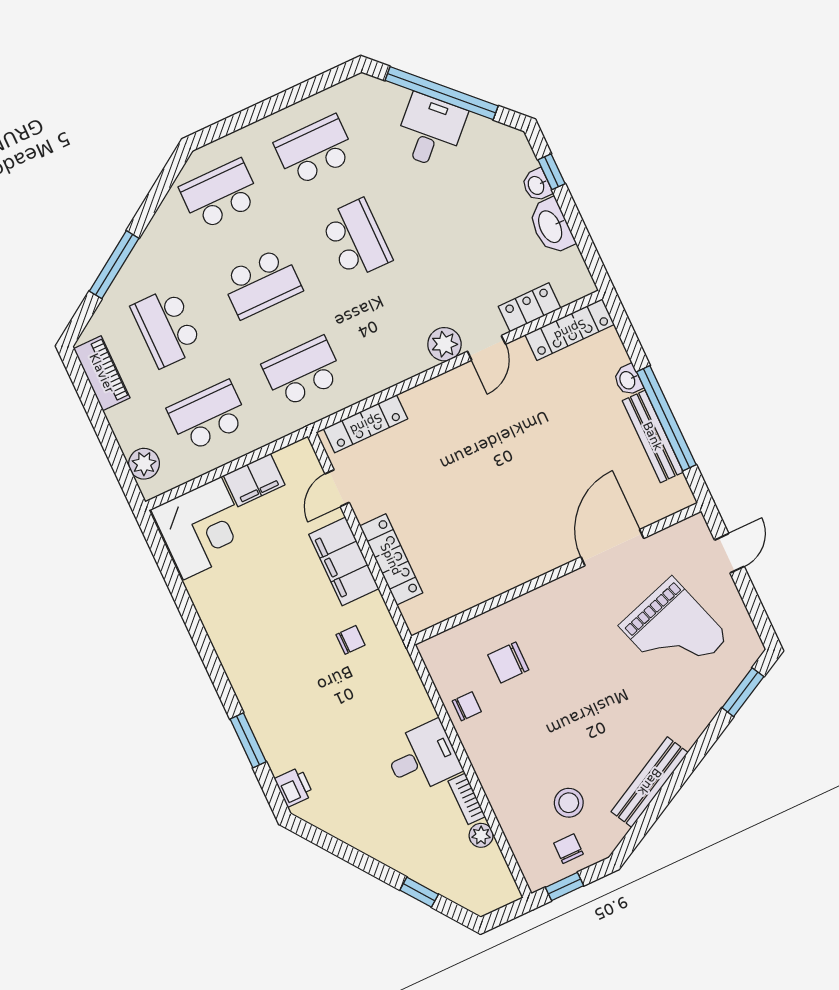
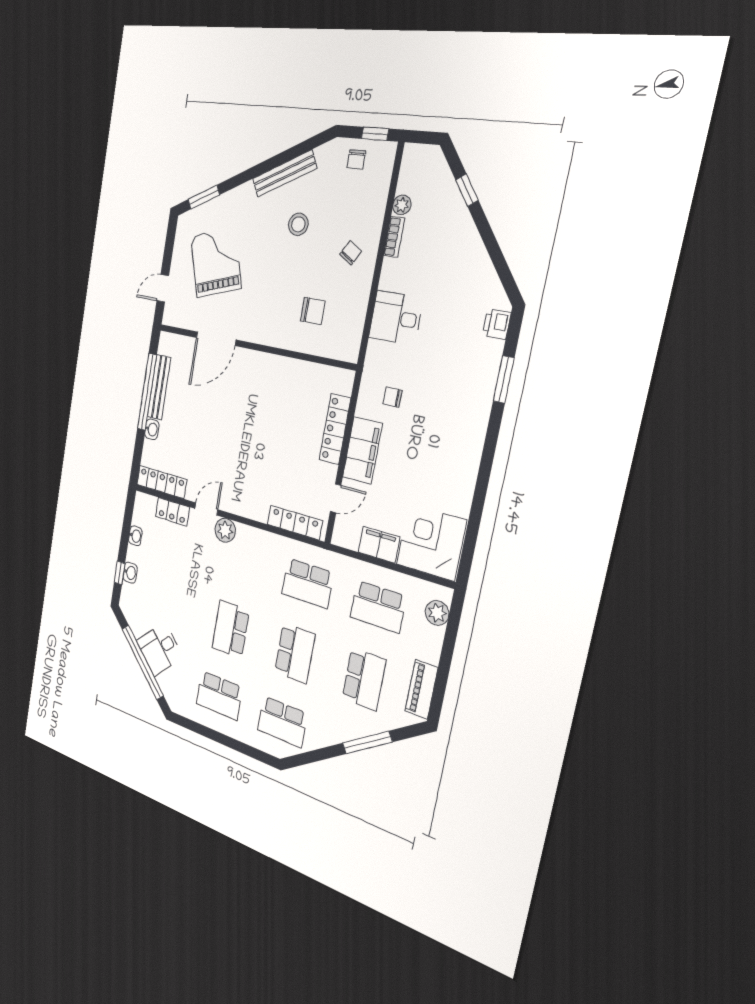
washbasin: (551, 226) -> (135, 536), width x0.52, depth x0.69
school desk: (261, 283) -> (295, 653), turned 90
chair: (467, 706) -> (351, 253), moved, turned 121
desk: (423, 758) -> (396, 318), moved
stool: (569, 803) -> (298, 224), moved

